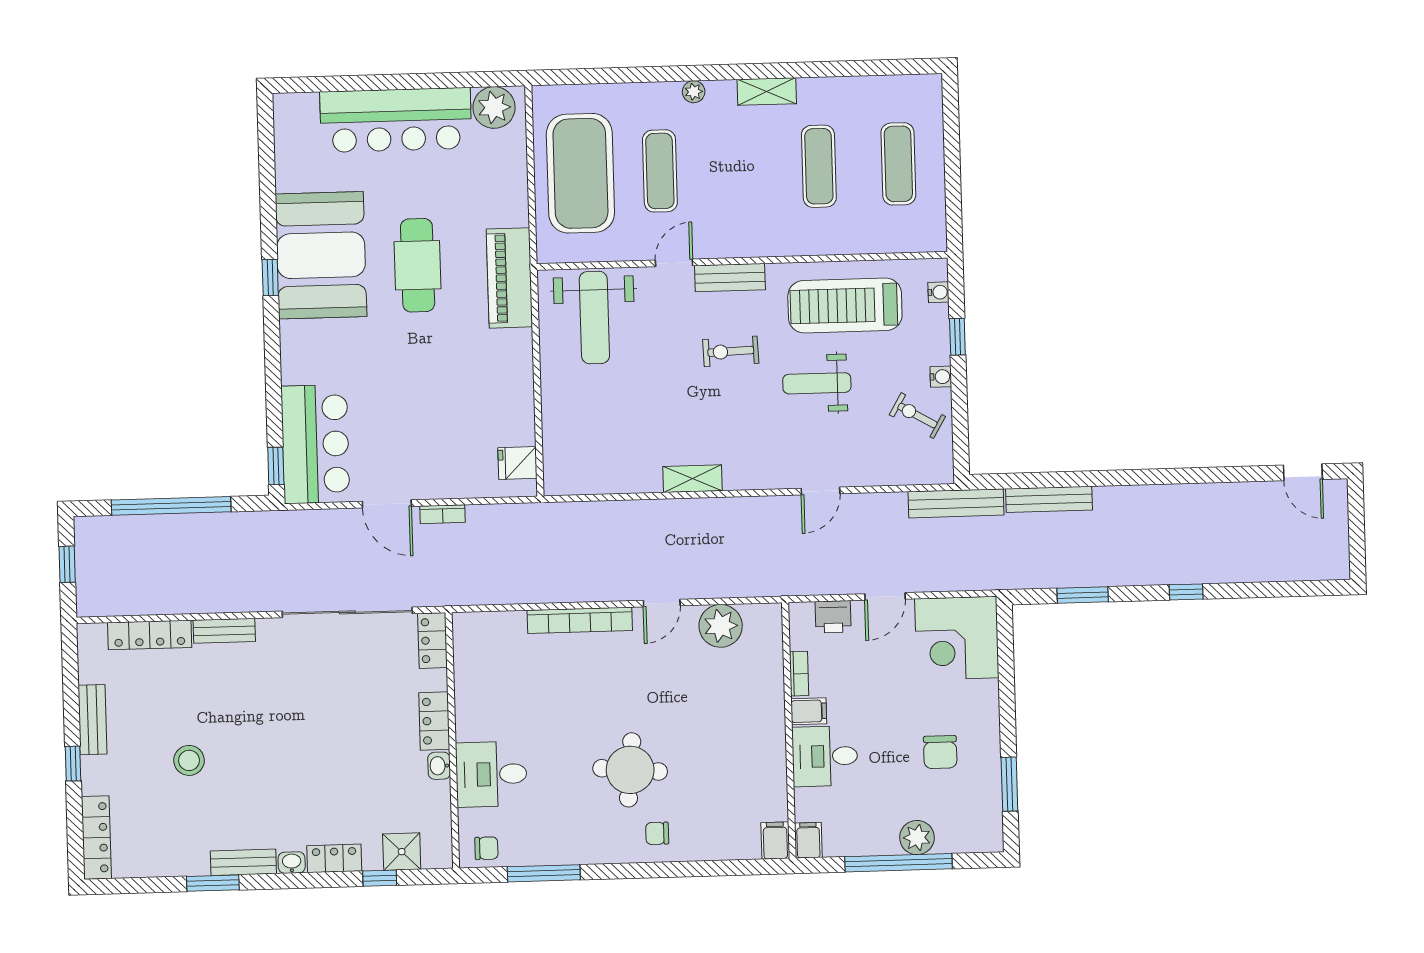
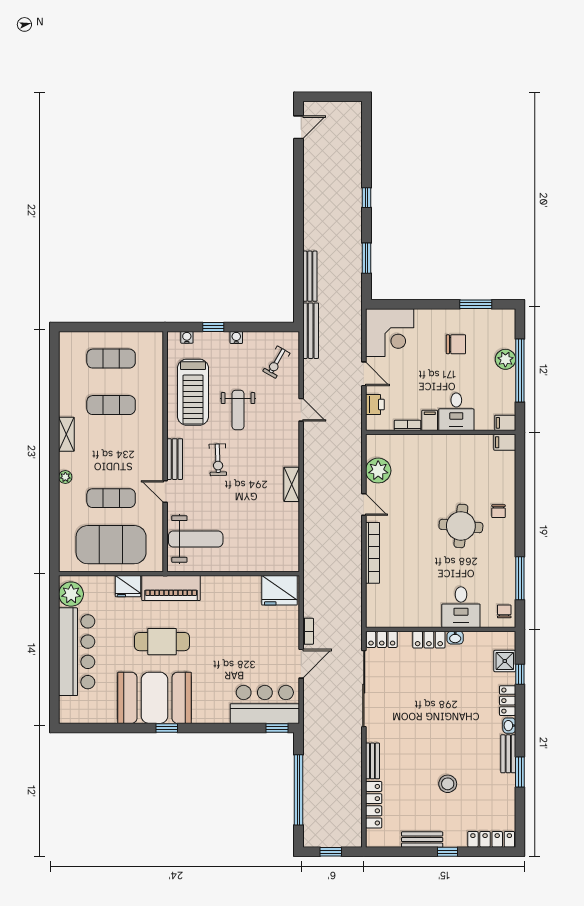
fridge: (510, 204) -> (128, 586), added
exercise bike: (917, 416) -> (276, 362), moved
fridge: (517, 463) -> (279, 590), width x1.88, depth x1.34

